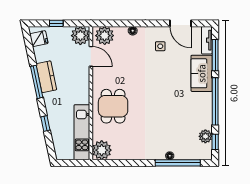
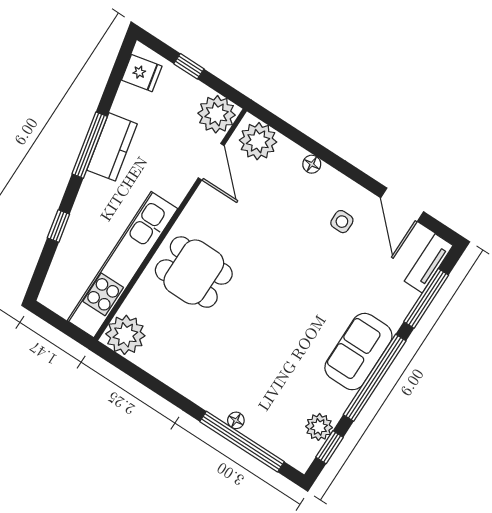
sofa: (202, 73) -> (358, 352), moved
dining table: (113, 106) -> (194, 272), turned 90
kitchen unit: (82, 132) -> (122, 265), width x1.36

